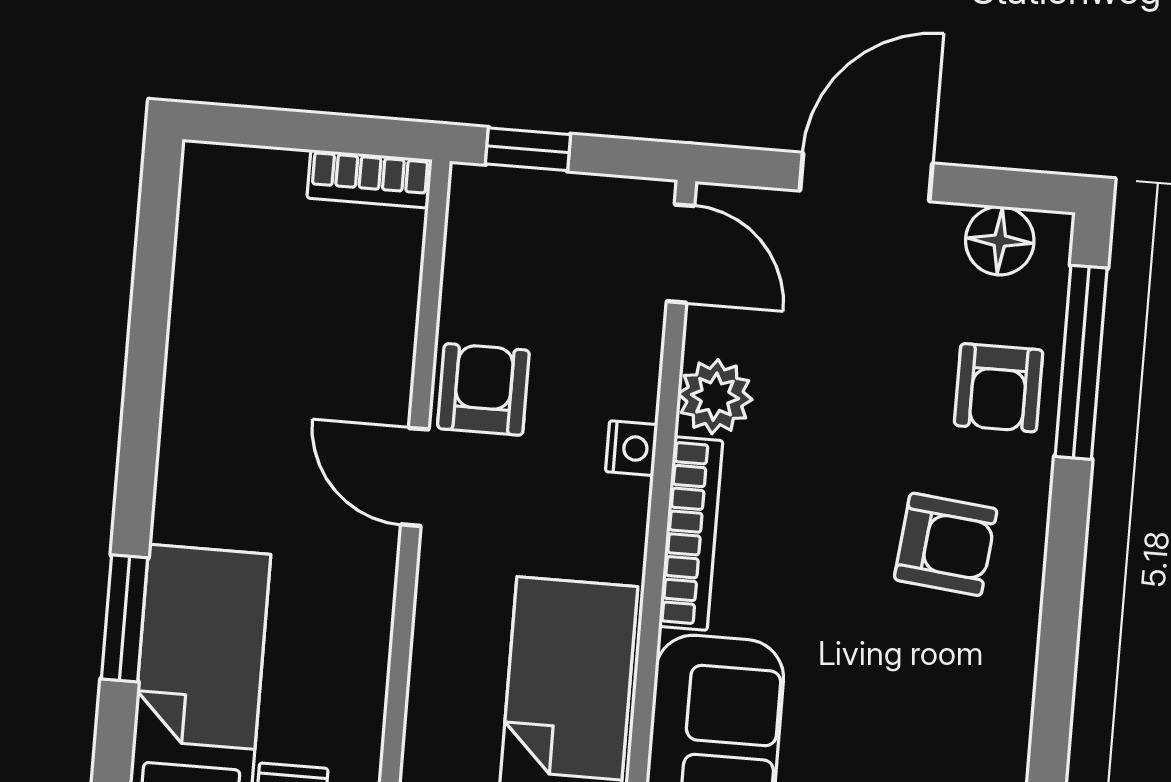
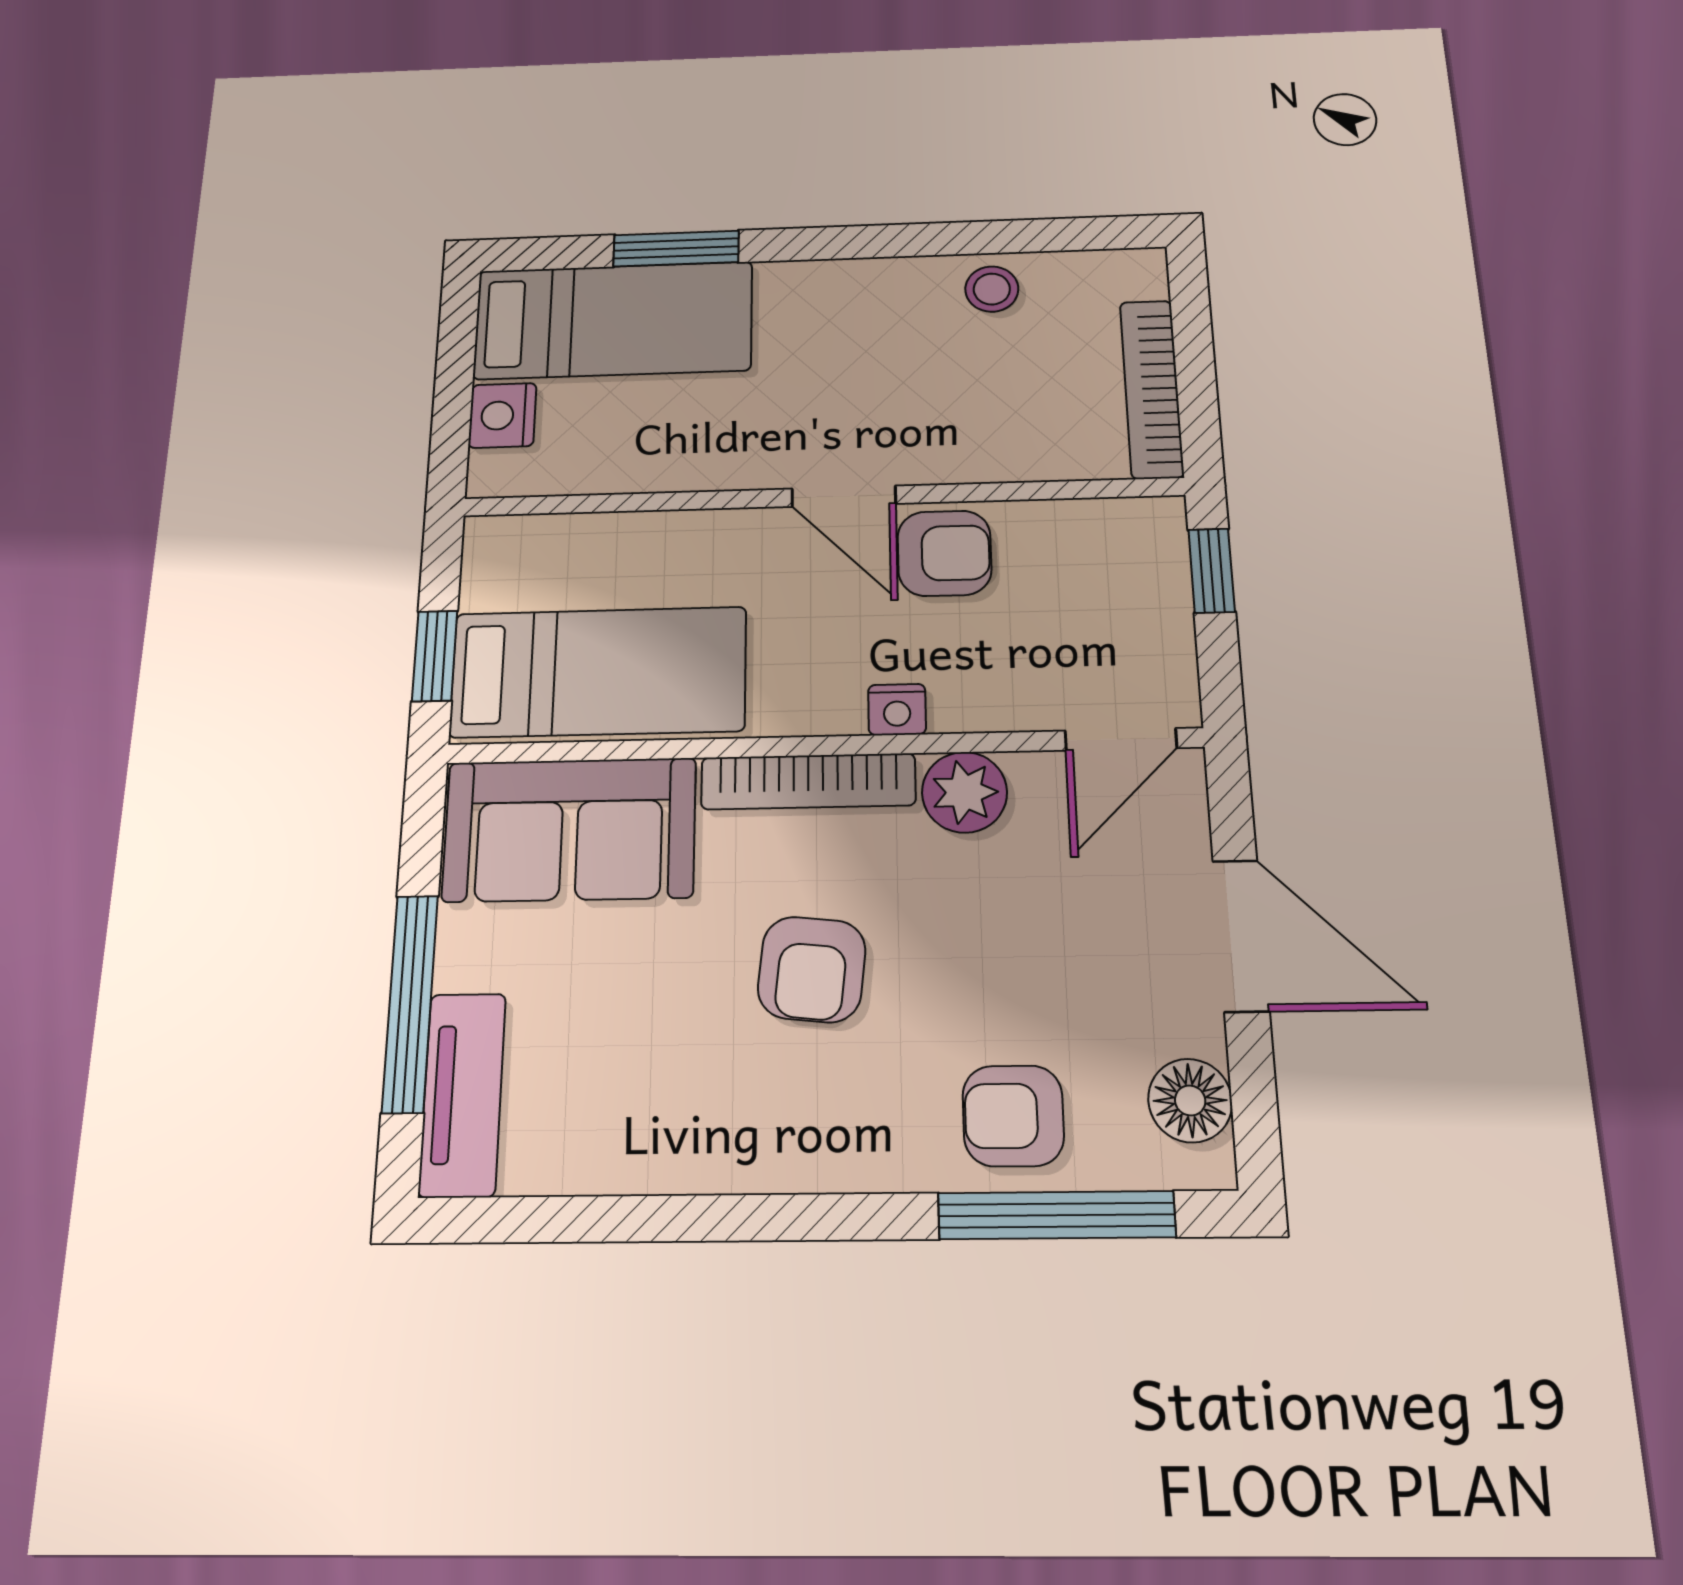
bookcase: (370, 179) -> (1152, 389), width x1.56
stool: (209, 313) -> (992, 289), added
door: (415, 477) -> (844, 496), swing flipped
armchair: (946, 544) -> (812, 969), moved

